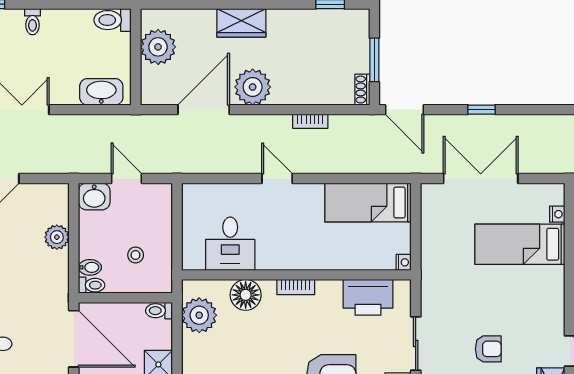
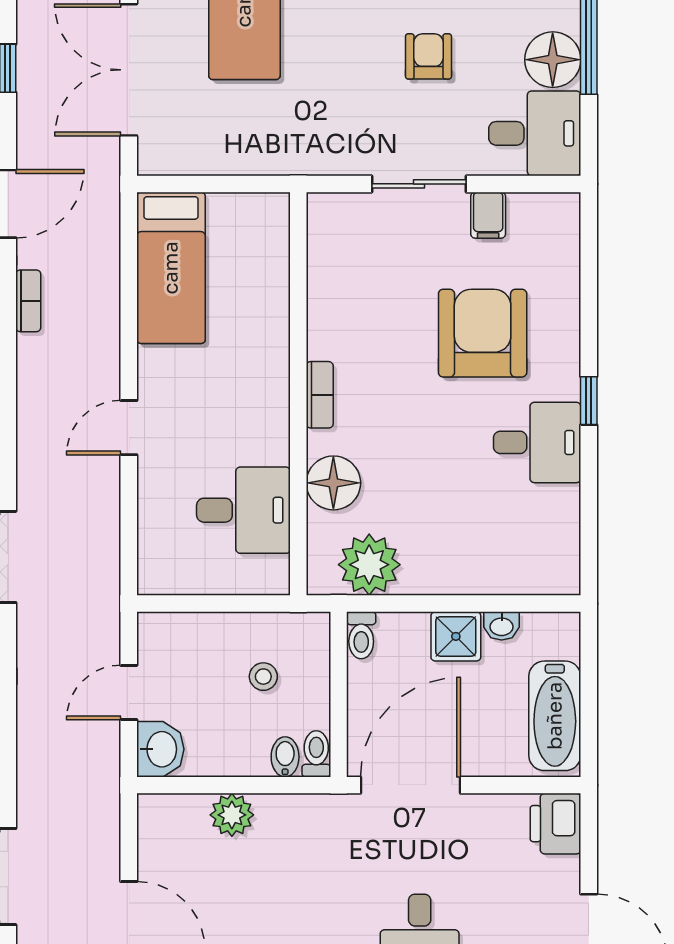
bookcase: (310, 121) -> (28, 301), moved
nightstand: (404, 262) -> (276, 205), removed
printer: (368, 297) -> (338, 268), removed

